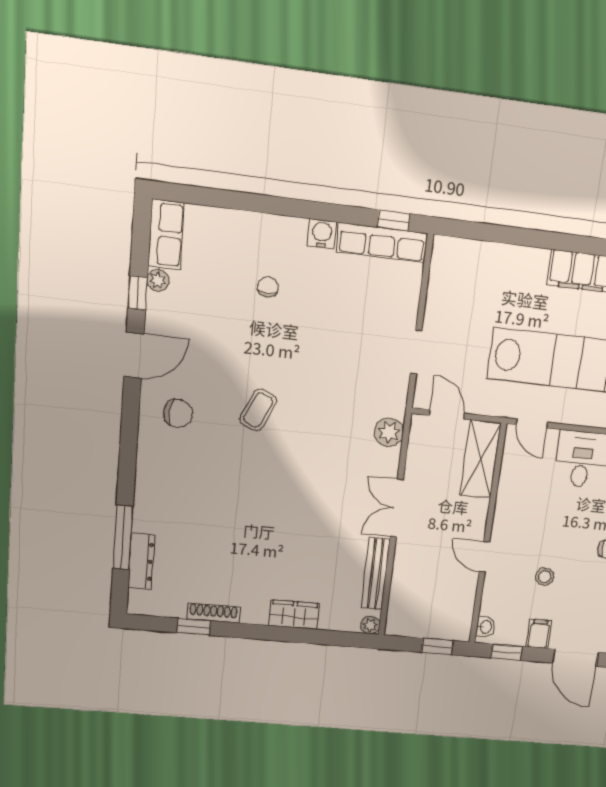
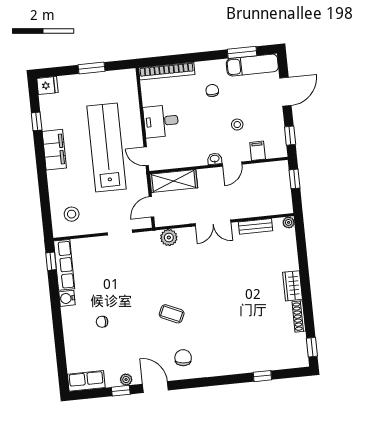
stool: (467, 276) -> (72, 214), added
plant: (158, 280) -> (126, 380), moved
door: (532, 423) -> (146, 156), swing flipped
window: (123, 537) -> (262, 376), width x0.46
dresser: (141, 561) -> (275, 363), removed
bench: (376, 574) -> (255, 226), width x0.73
wardrobe: (294, 615) -> (292, 286), moved
window: (194, 627) -> (312, 347), moved
washbasin: (485, 627) -> (215, 159), moved
filing cabinet: (539, 634) -> (258, 151), moved, turned 90

